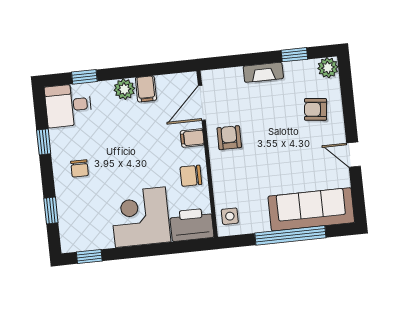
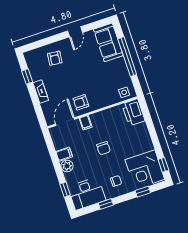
plant: (328, 68) -> (30, 56), removed
door: (202, 103) -> (65, 122), swing flipped
desk: (68, 105) -> (87, 193), width x1.37
chair: (191, 176) -> (104, 148), moved
sofa: (311, 209) -> (108, 42), width x0.73
corner desk: (140, 217) -> (145, 169), moved

